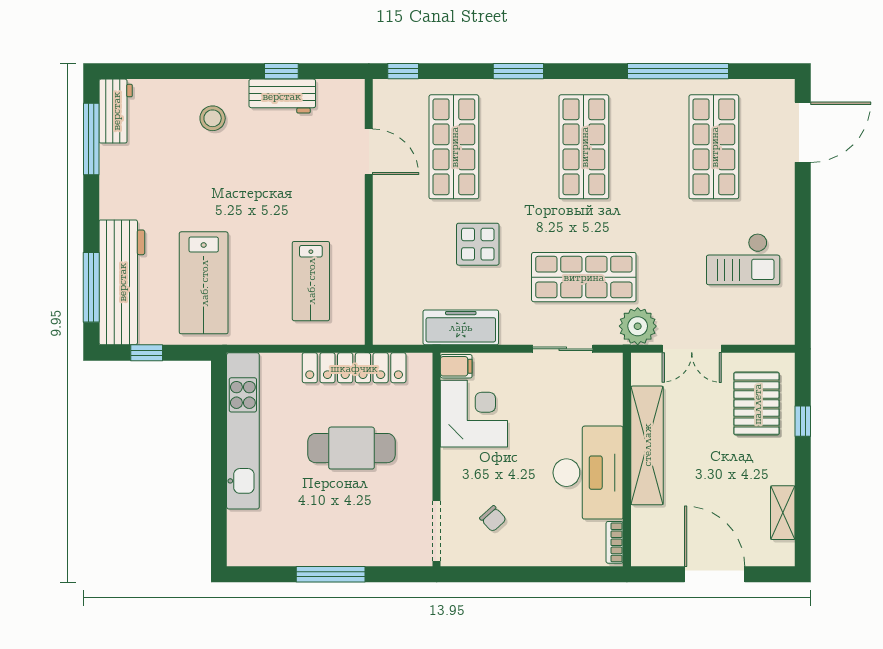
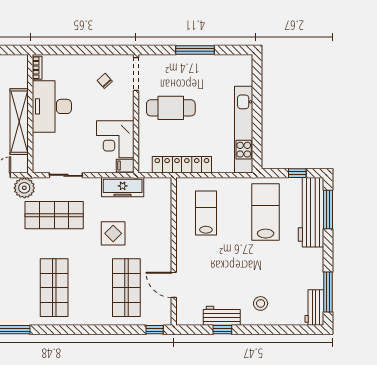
window: (518, 71) -> (91, 330), removed
cafe table: (351, 448) -> (171, 108), moved

